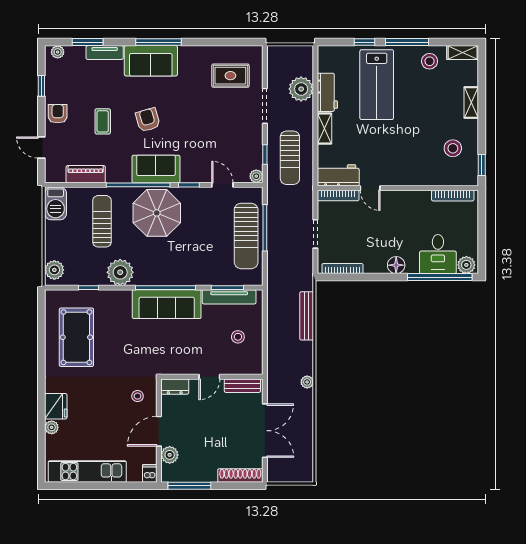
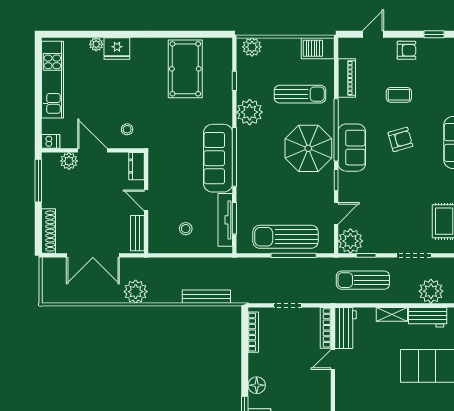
plant: (256, 176) -> (350, 241), width x1.88, depth x1.88
pool table: (76, 337) -> (185, 69), turned 90
plant: (307, 382) -> (136, 292), width x1.87, depth x1.87

